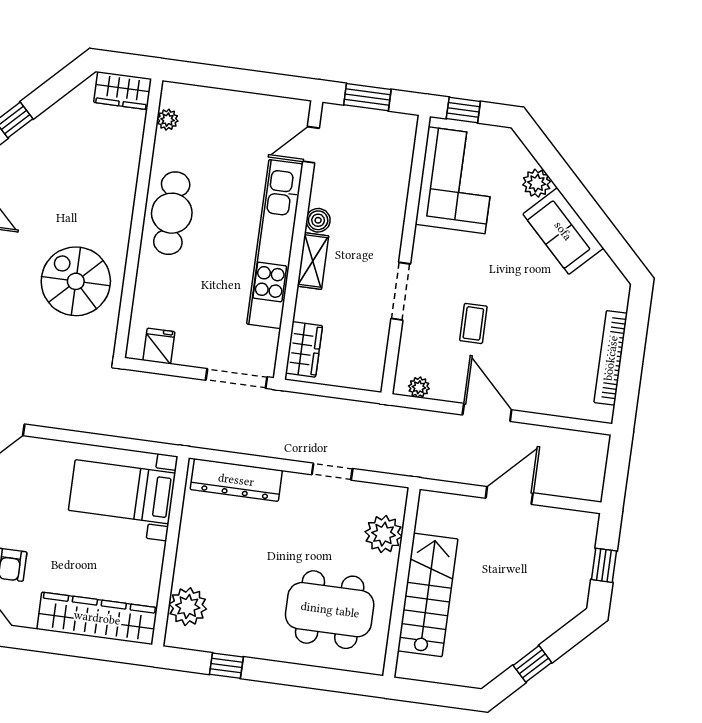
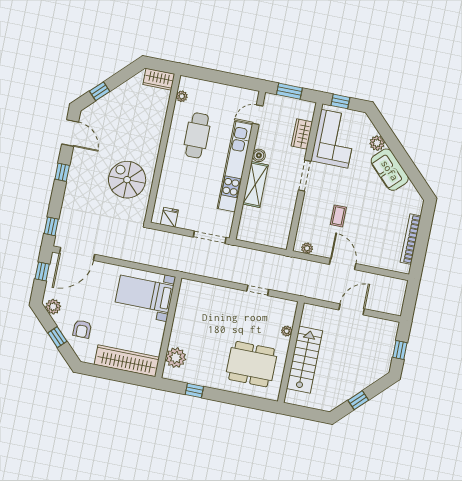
cafe table: (172, 213) -> (197, 135), moved
shelving: (313, 261) -> (255, 185), width x1.50, depth x1.33
doorway: (401, 291) -> (305, 176), moved
wardrobe: (304, 349) -> (302, 134), moved, turned 180
dresser: (236, 480) -> (206, 291), removed
plant: (384, 534) -> (287, 331), width x0.53, depth x0.53

